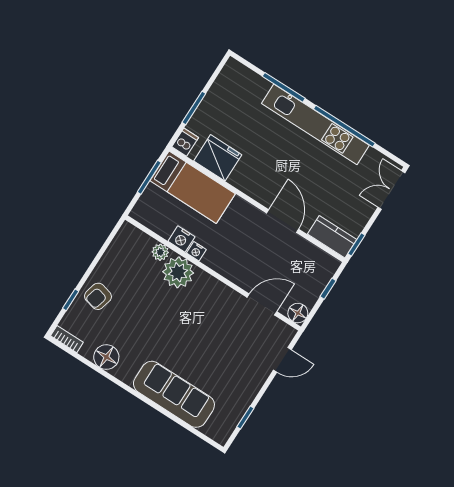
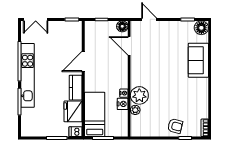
kitchen counter: (332, 237) -> (76, 88), moved
floor lamp: (106, 357) -> (201, 28), moved
sofa: (174, 394) -> (198, 60), width x0.73

